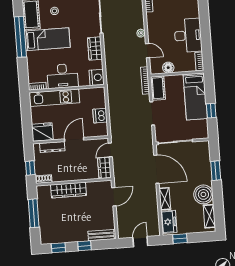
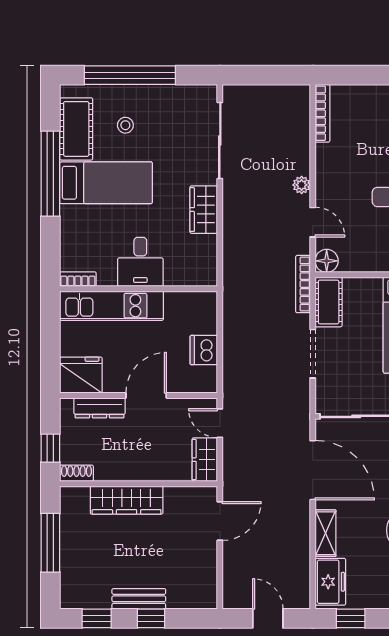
floor lamp: (168, 68) -> (327, 261), moved
desk: (62, 76) -> (140, 262), width x0.73
nightstand: (97, 77) -> (203, 270), removed
door: (110, 150) -> (220, 423), hinge flipped
bench: (101, 235) -> (139, 599), moved
door: (140, 242) -> (268, 618), hinge flipped

